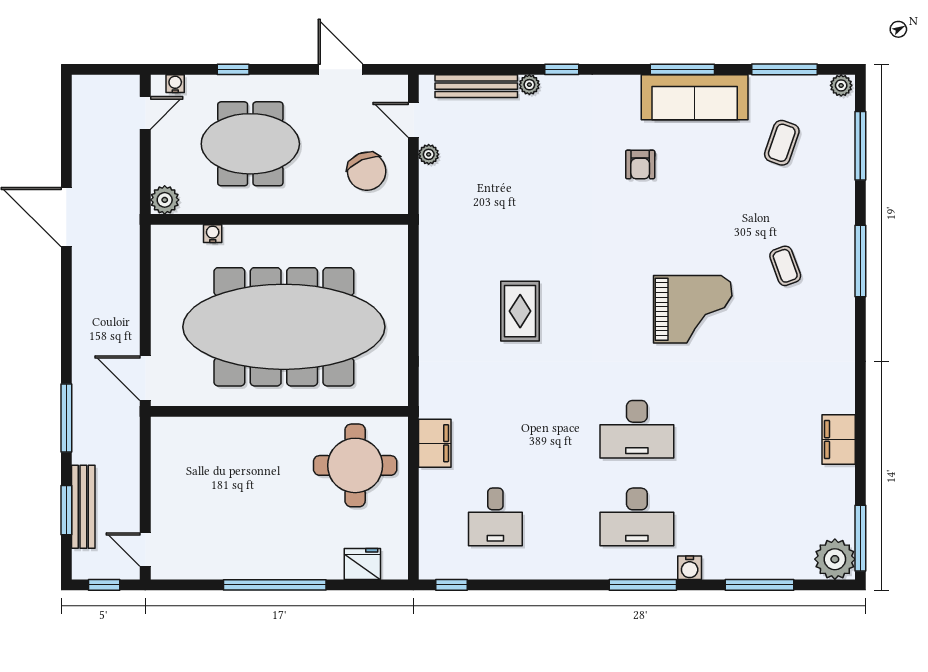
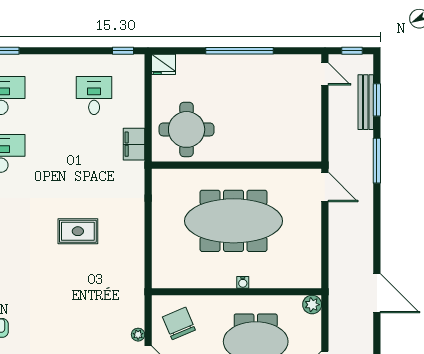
water cooler: (213, 234) -> (243, 282), moved
rug: (520, 311) -> (78, 231), turned 90
meeting table: (284, 327) -> (234, 221), width x0.73, depth x0.79
fridge: (362, 564) -> (163, 64), moved

